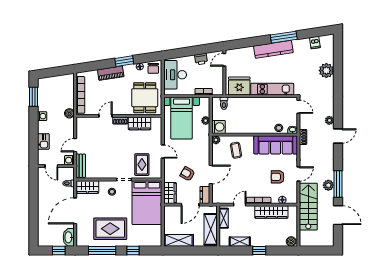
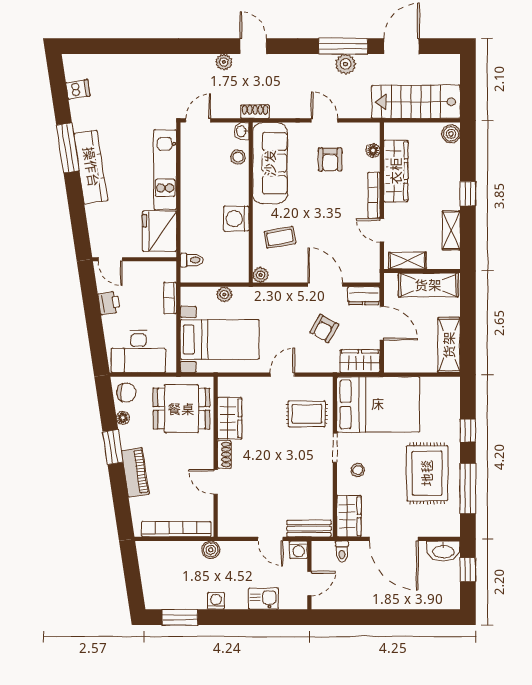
plant: (326, 71) -> (130, 68), removed
washing machine: (218, 127) -> (236, 219), moved, turned -90
stairs: (308, 207) -> (416, 102), moved

